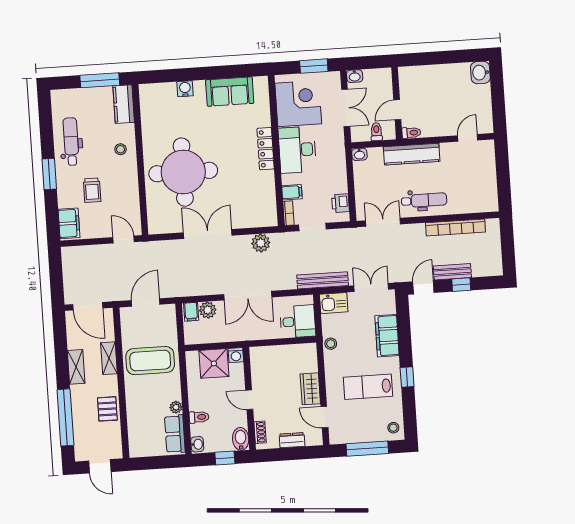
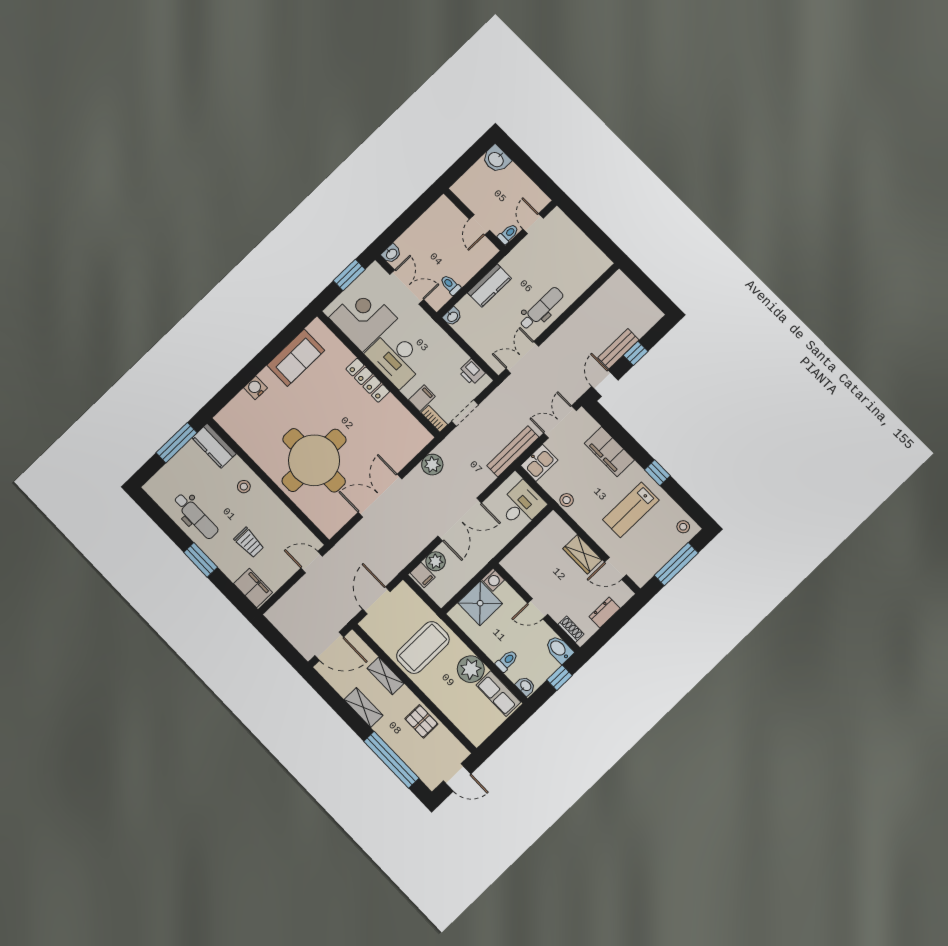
wall: (397, 103) -> (474, 219), moved
door: (397, 110) -> (479, 225), moved
toilet: (411, 133) -> (508, 234), moved
dental chair: (71, 142) -> (196, 516), turned 180
kitchen counter: (412, 154) -> (489, 286), width x0.67
bookcase: (456, 227) -> (588, 309), removed
plant: (176, 407) -> (471, 669), width x1.88, depth x1.88

